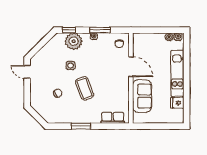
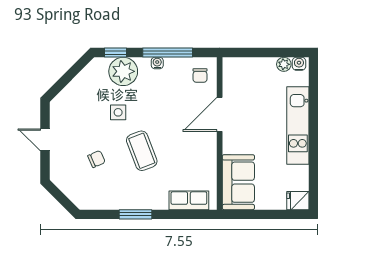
window: (100, 30) -> (168, 53), width x1.44
door: (131, 67) -> (220, 114), swing flipped
door: (27, 72) -> (45, 140), moved
sofa: (142, 96) -> (238, 182), moved
fridge: (177, 103) -> (298, 201), moved

